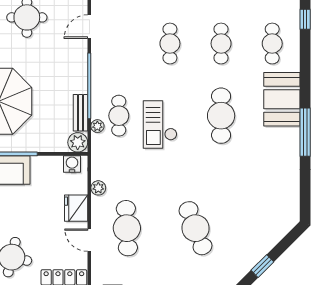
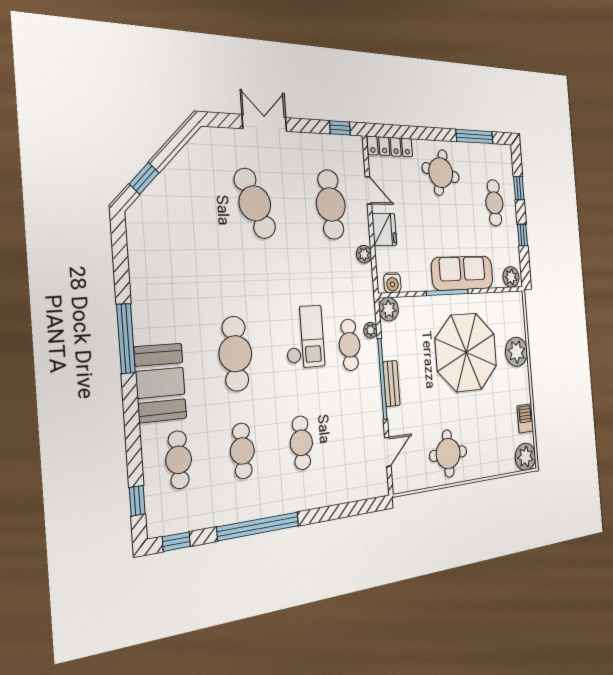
bench: (80, 113) -> (391, 383), moved
window: (262, 266) -> (144, 178), moved

